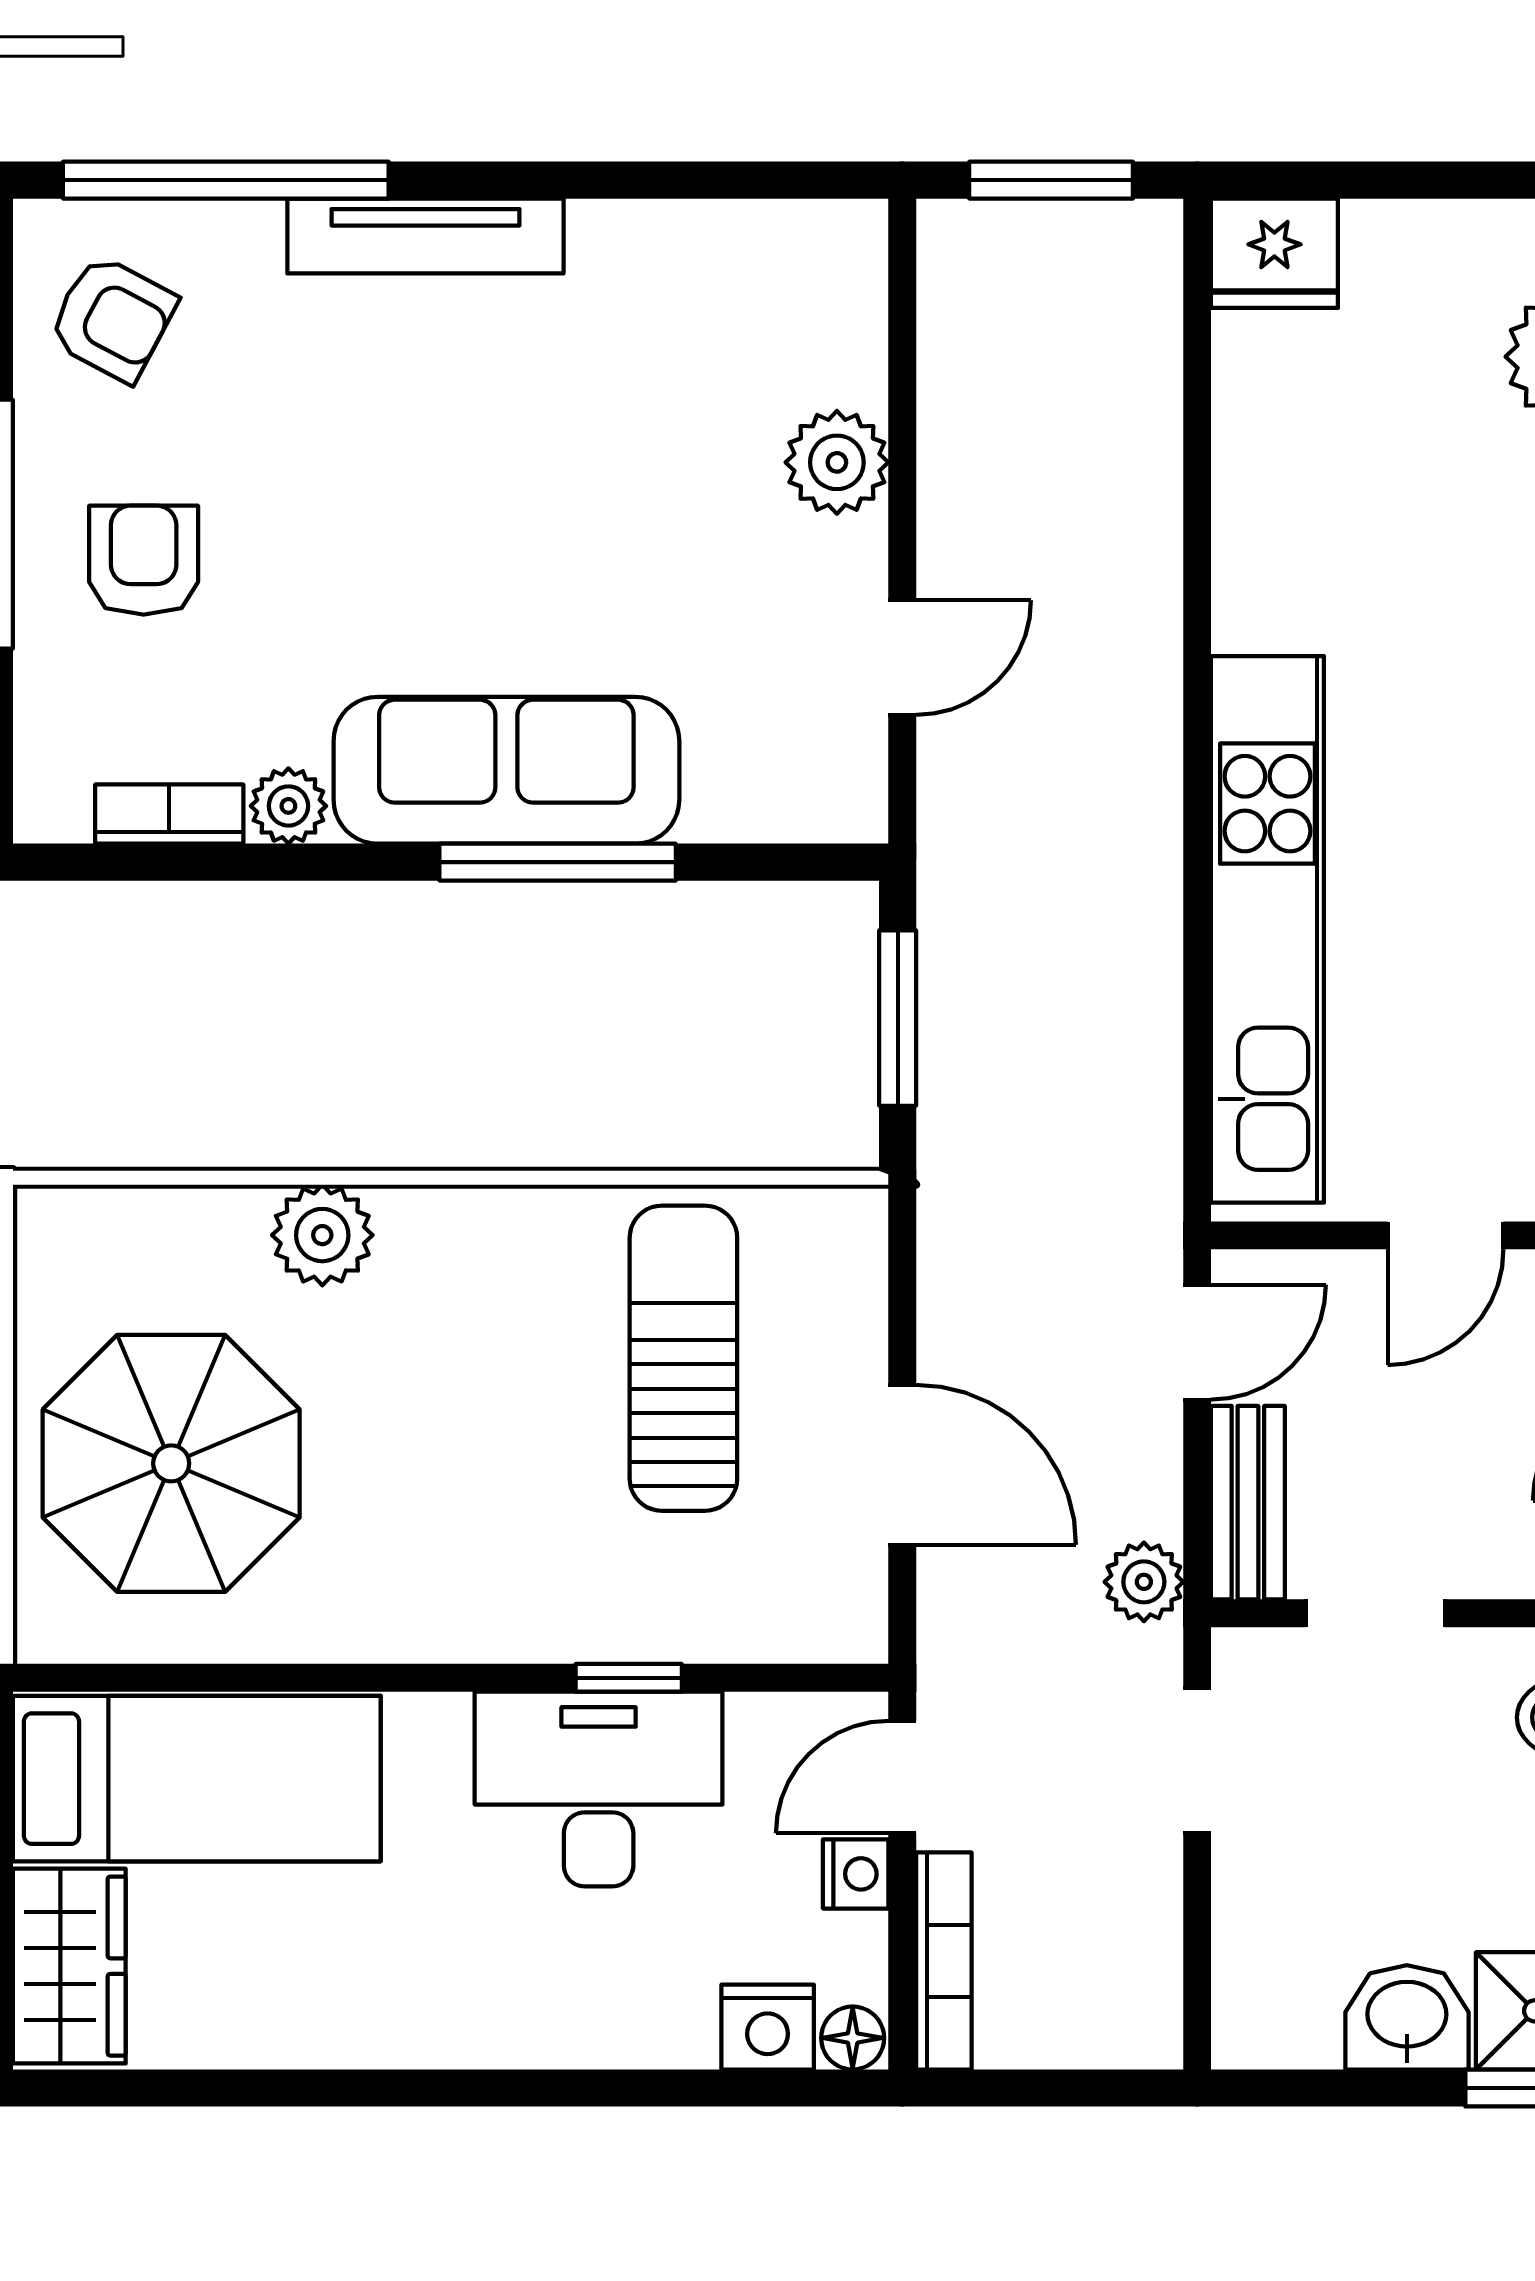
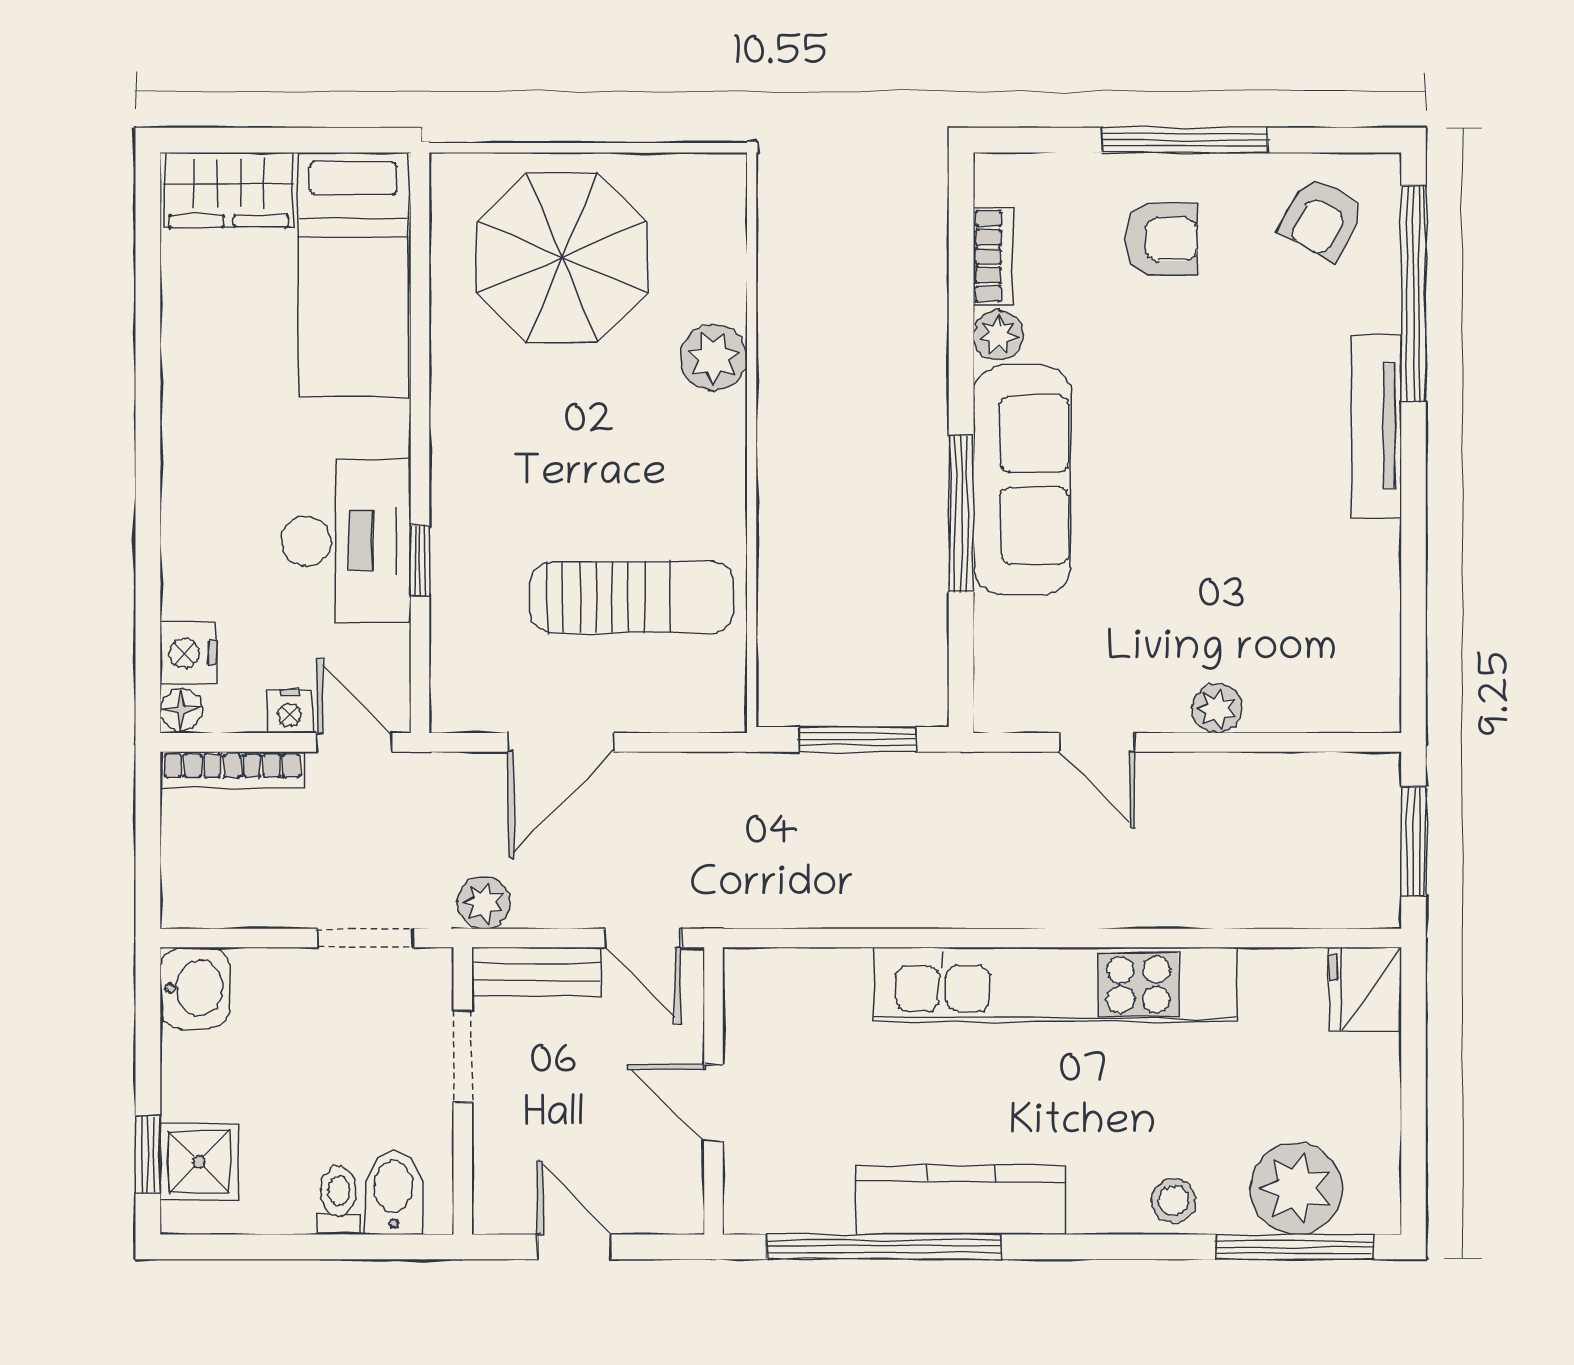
plant: (837, 462) -> (1217, 708), width x0.73, depth x0.73
kitchen unit: (1267, 929) -> (1055, 985), moved
washbasin: (1407, 2017) -> (195, 988), moved

